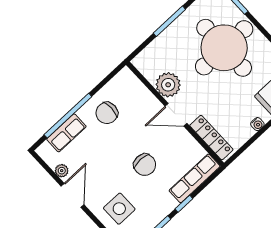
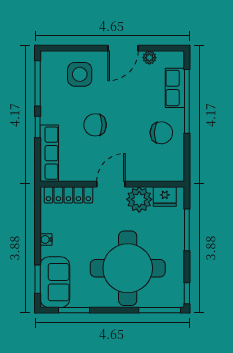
window: (169, 21) -> (187, 230), moved
fridge: (149, 69) -> (165, 196), added
chair: (107, 113) -> (161, 133), turned 92
door: (72, 195) -> (123, 48), hinge flipped

